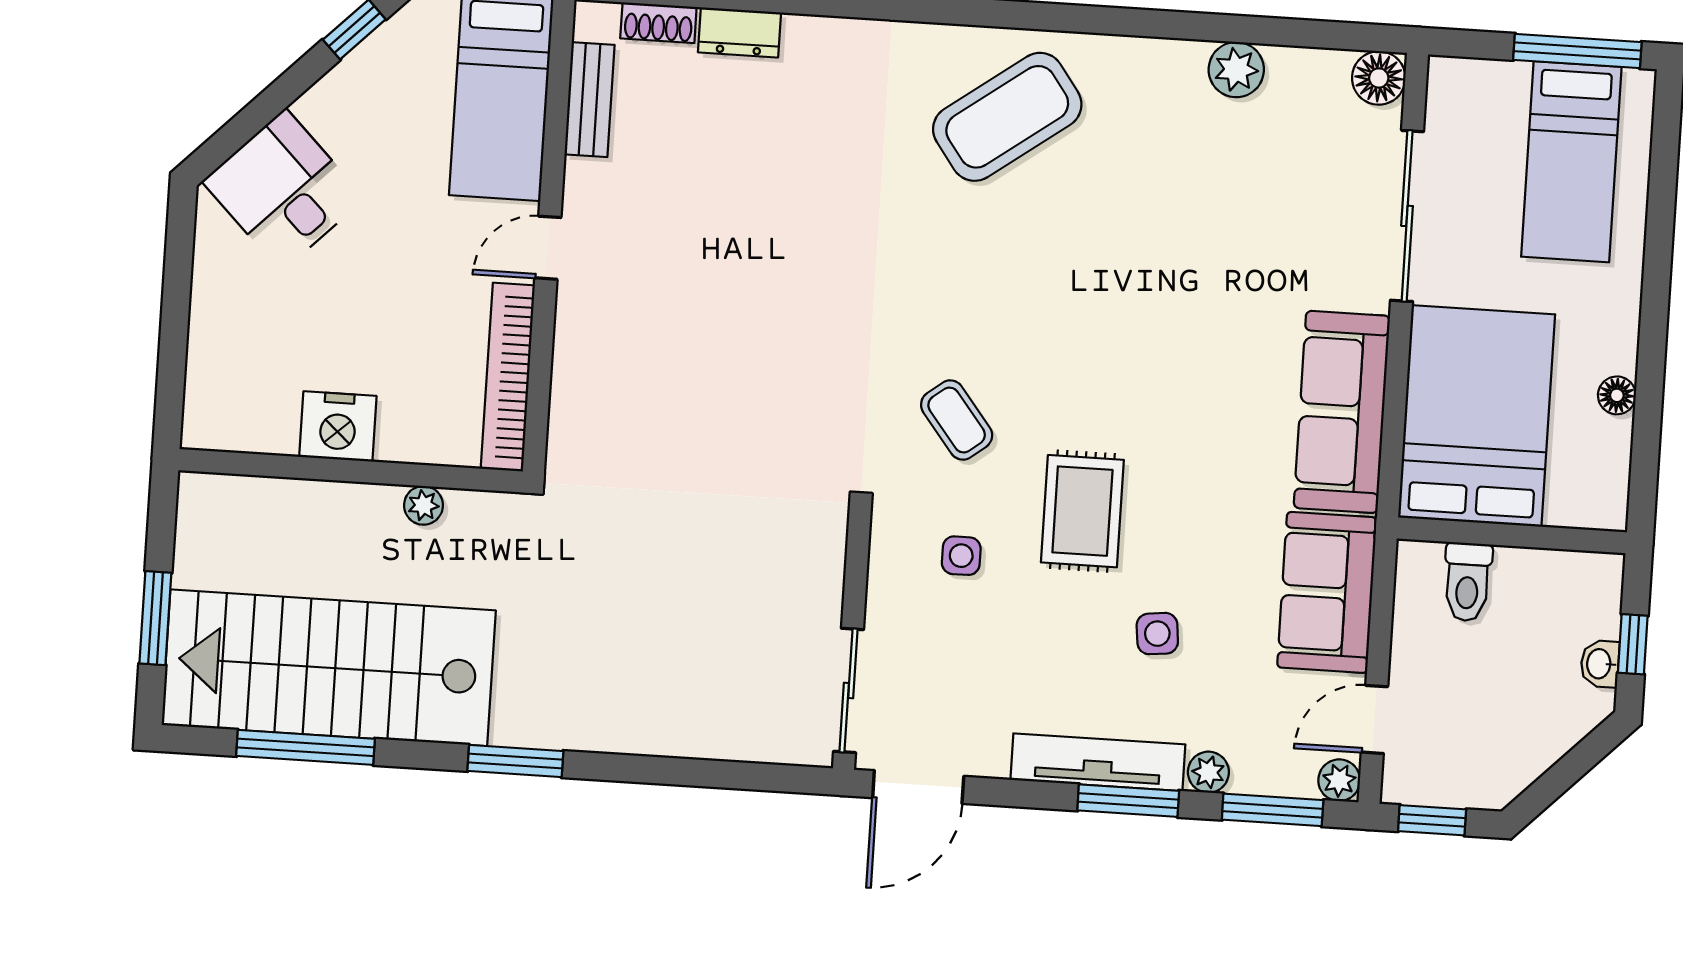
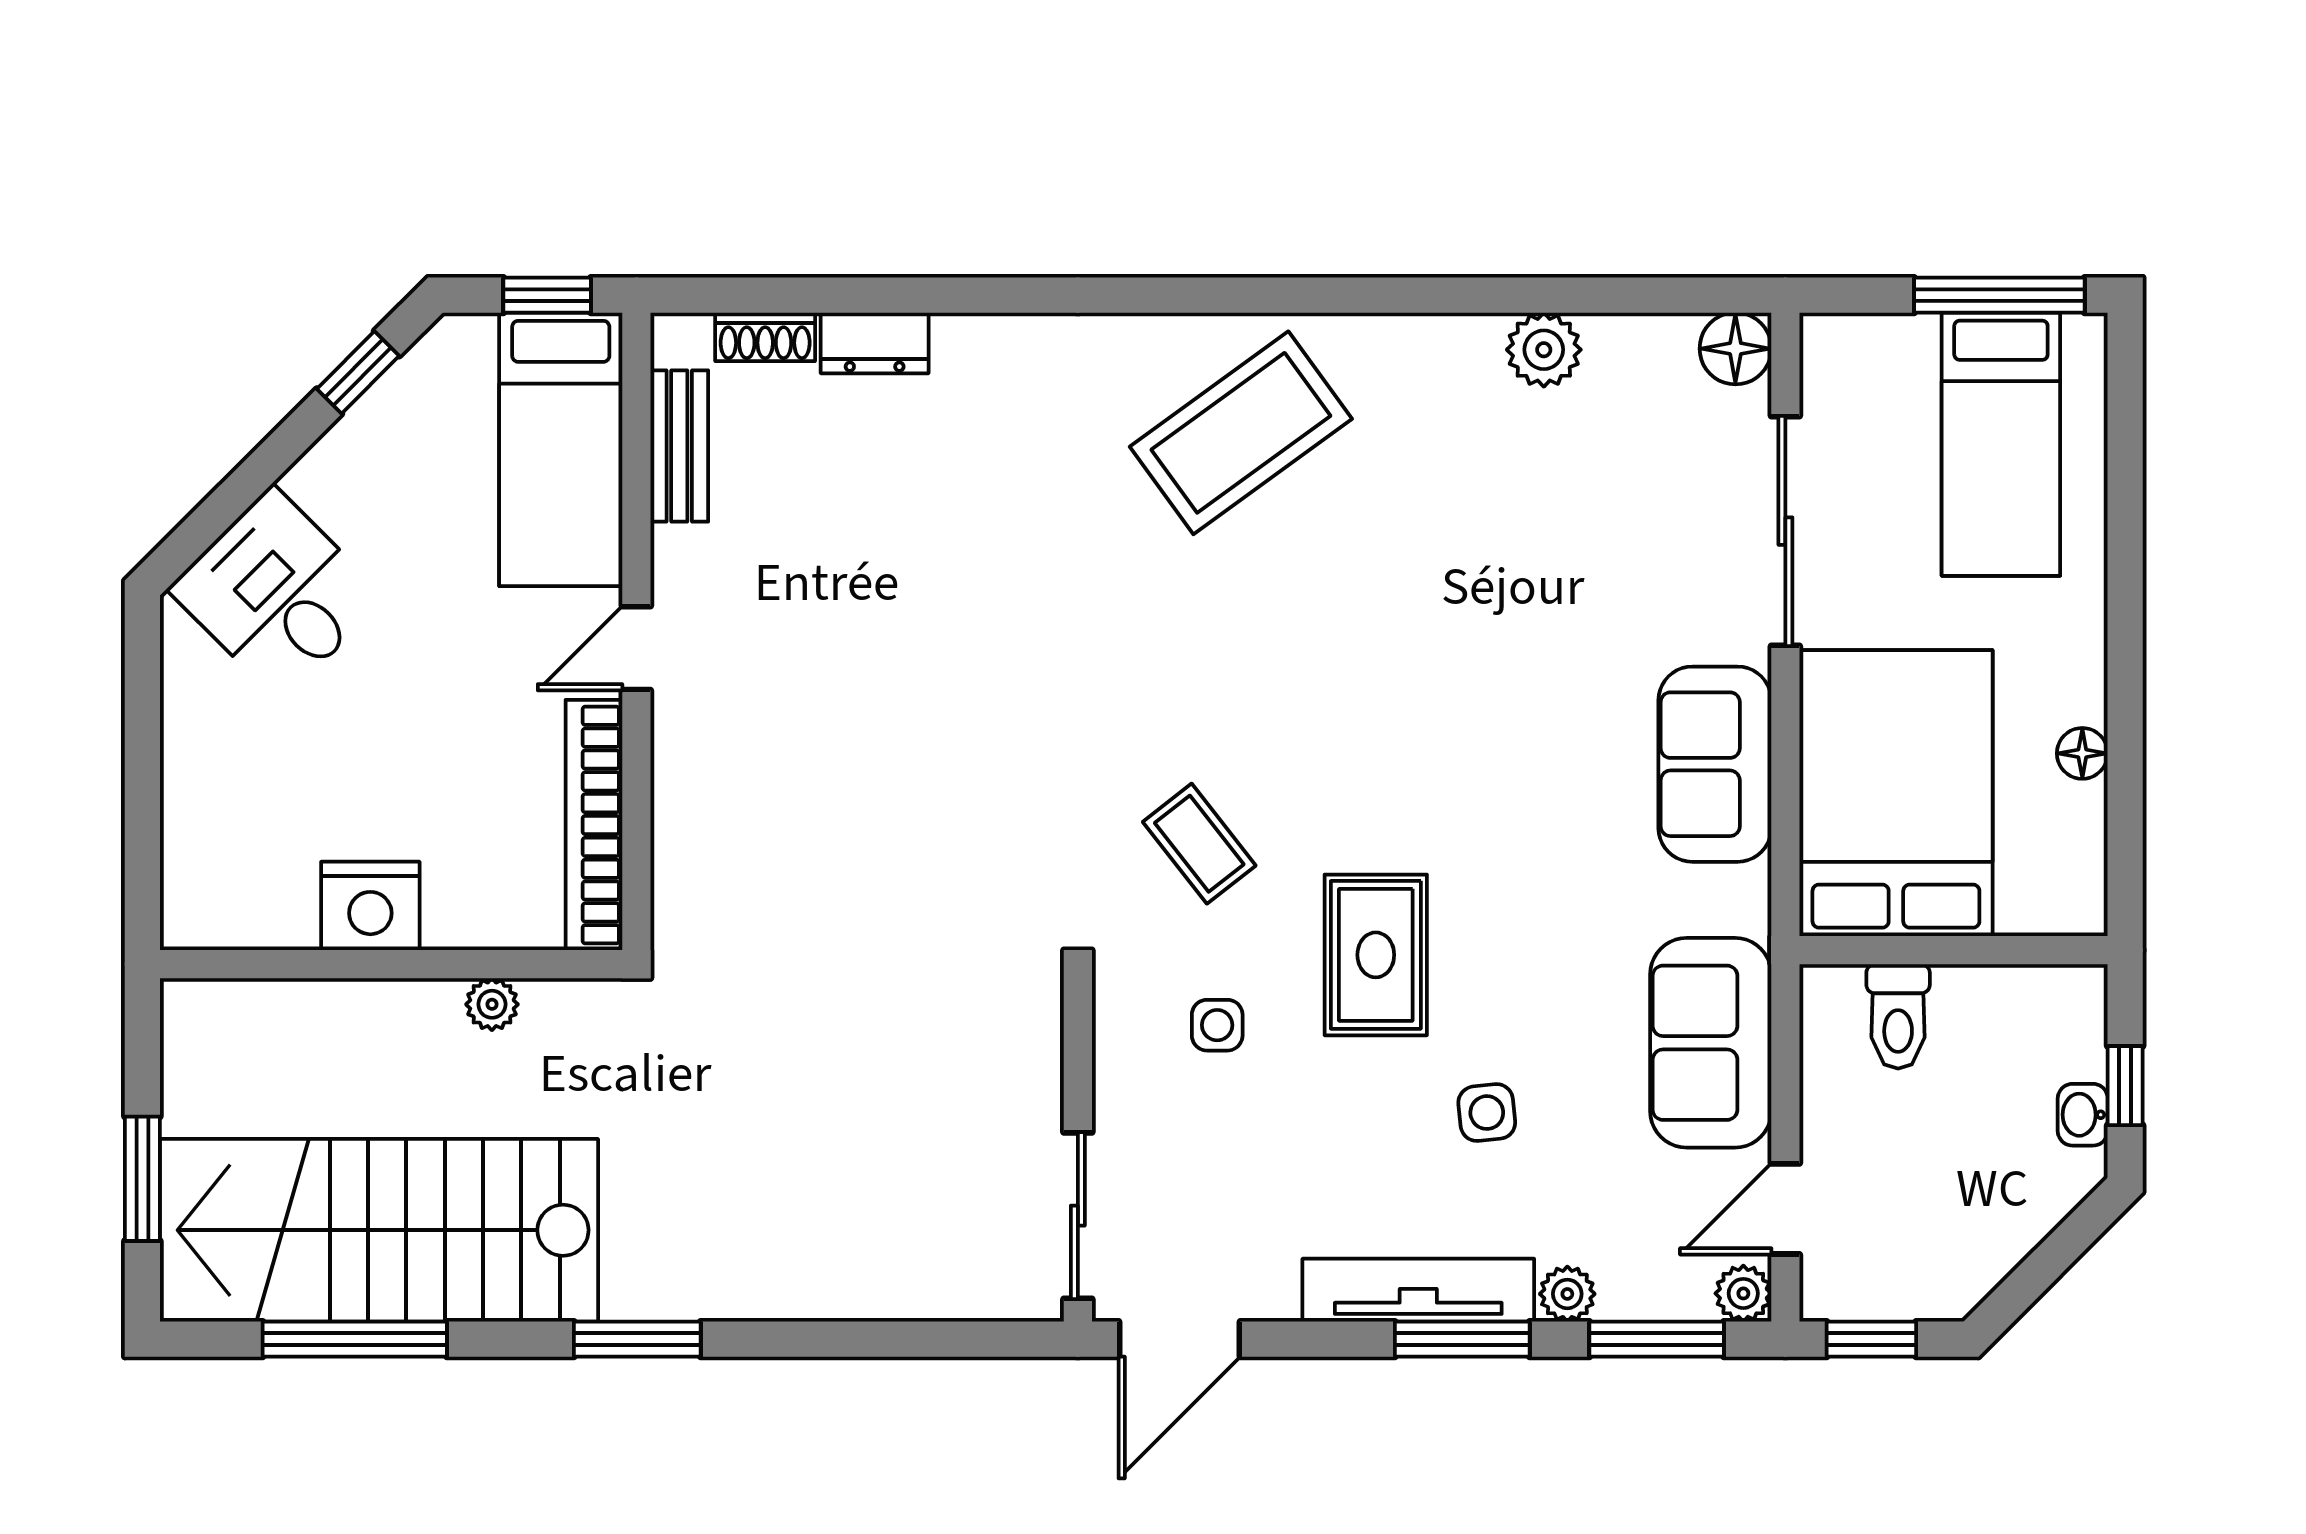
sofa: (1342, 412) -> (1715, 764), width x0.73

